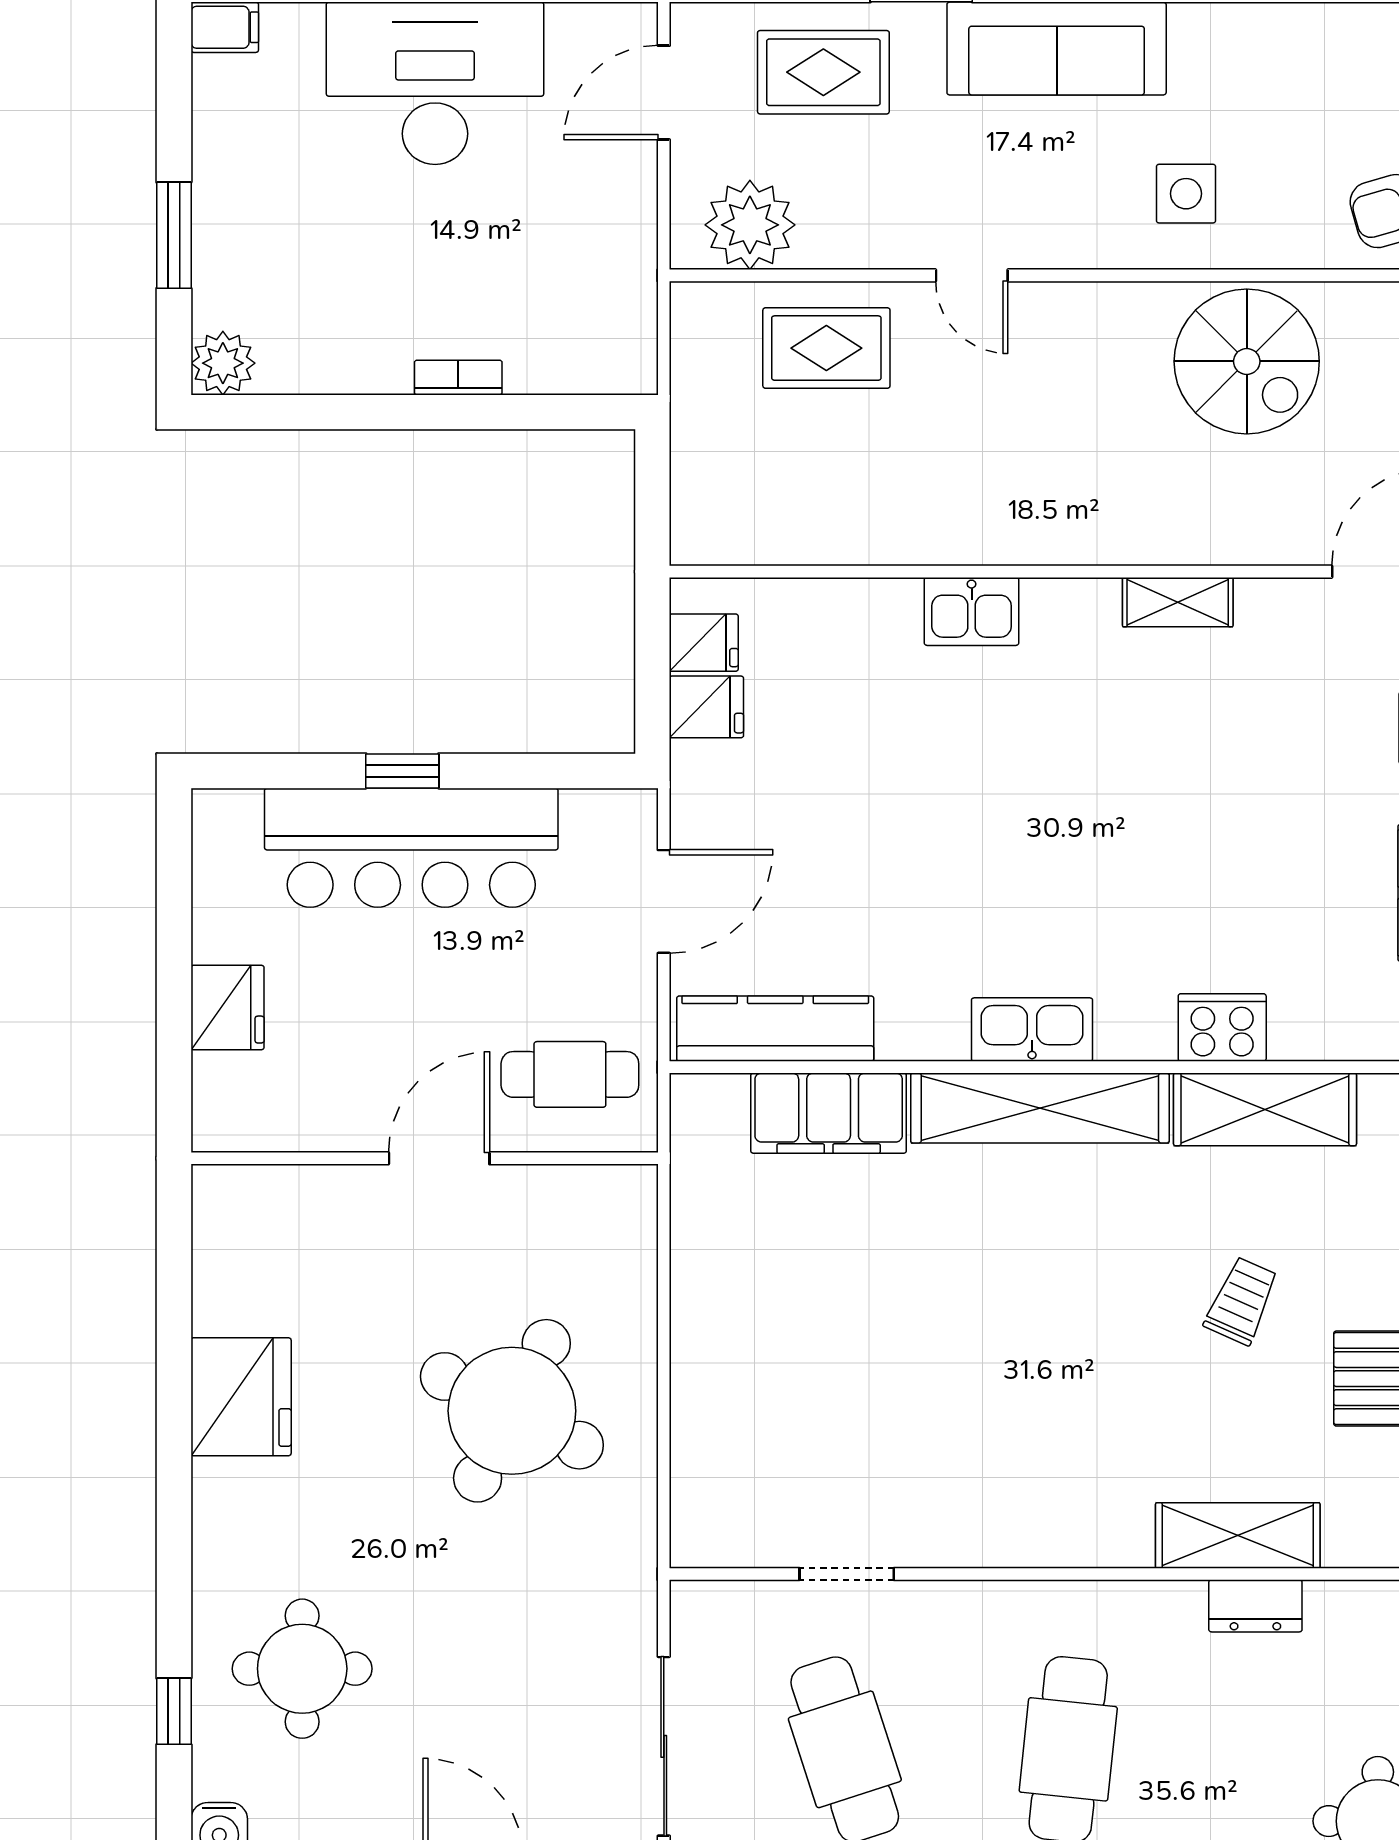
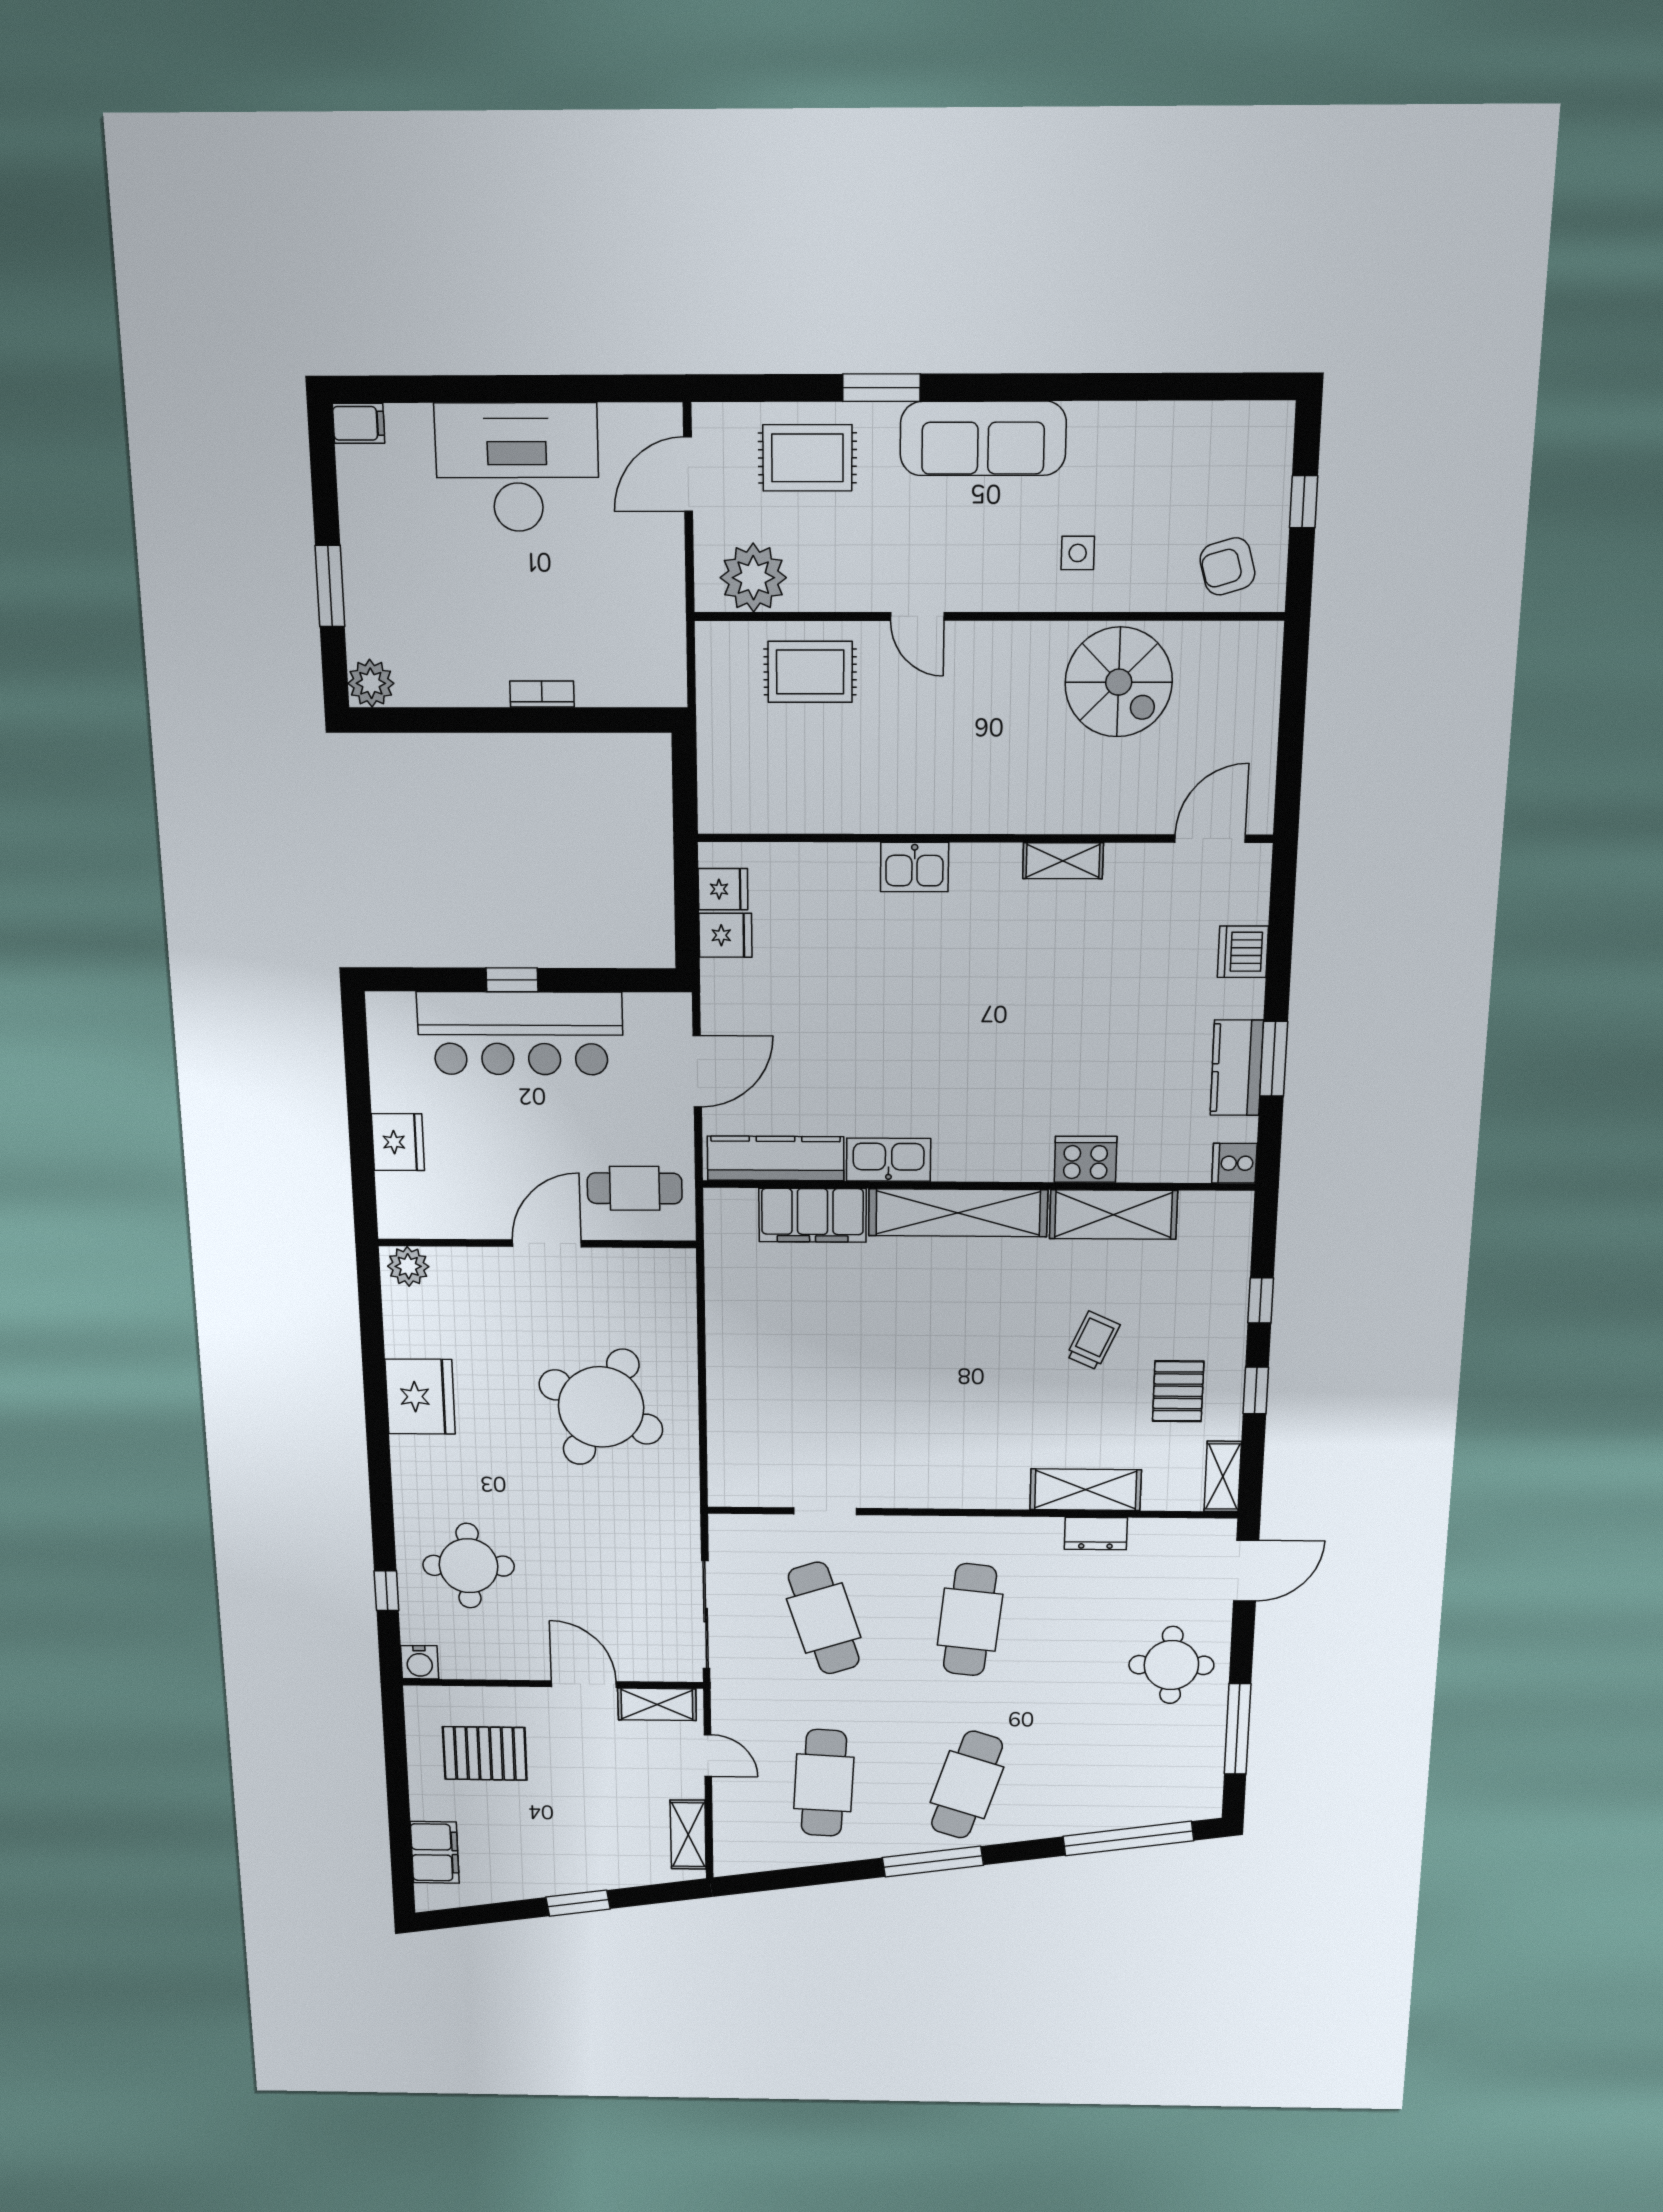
side table: (1186, 194) -> (1078, 553), width x0.73, depth x0.73
kitchen sink: (1032, 1030) -> (889, 1160), moved
plant: (233, 1195) -> (408, 1266), added

